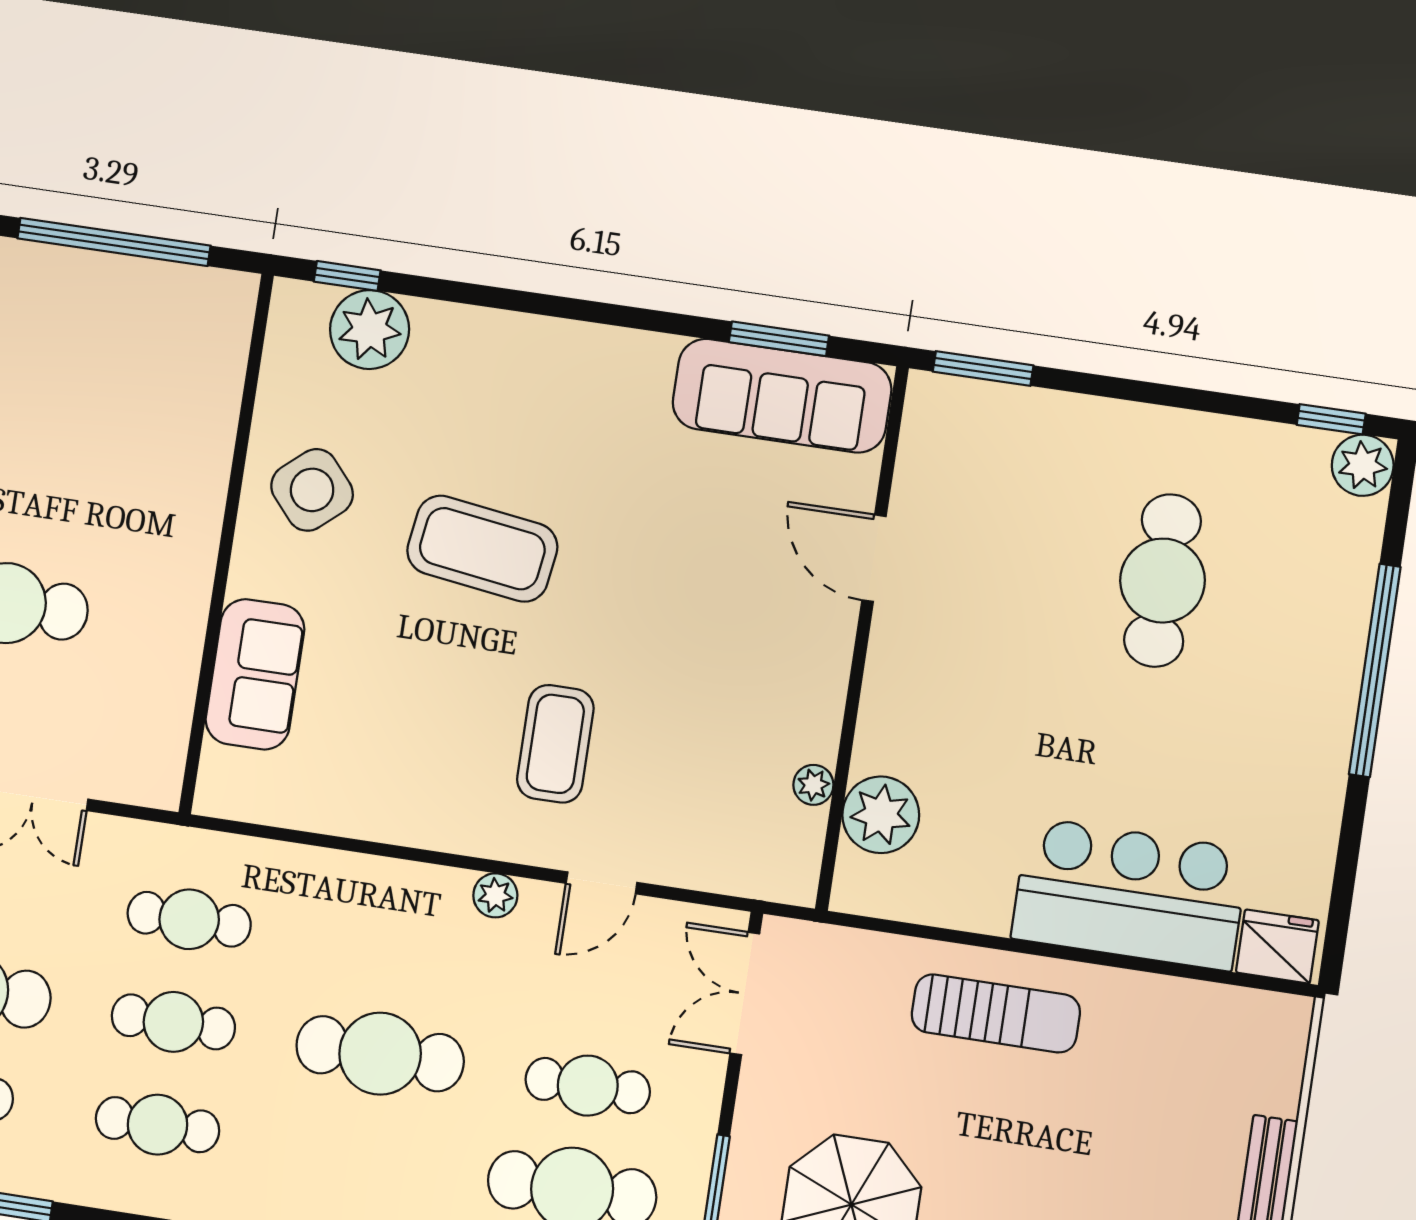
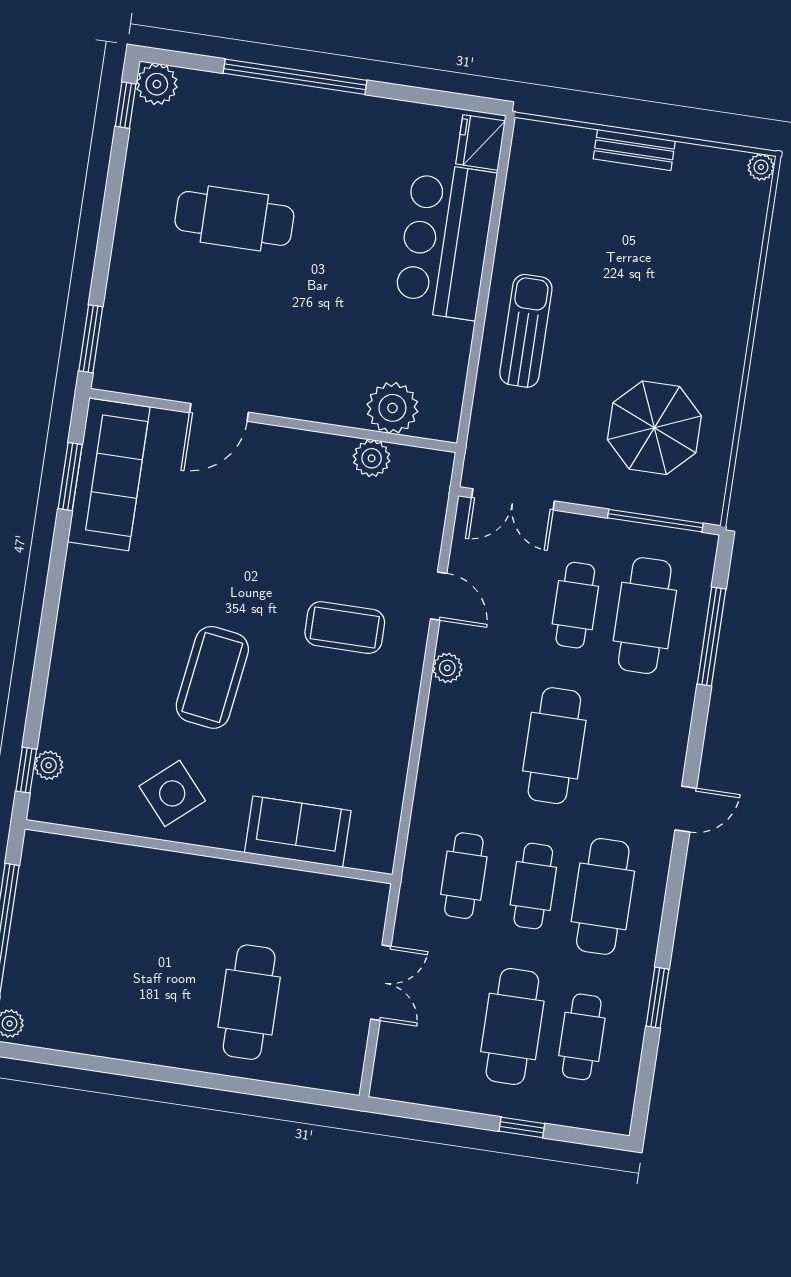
plant: (370, 330) -> (49, 765), width x0.53, depth x0.53
plant: (813, 785) -> (372, 458), width x1.38, depth x1.38
cafe table: (158, 1125) -> (603, 896), width x1.37, depth x1.35

